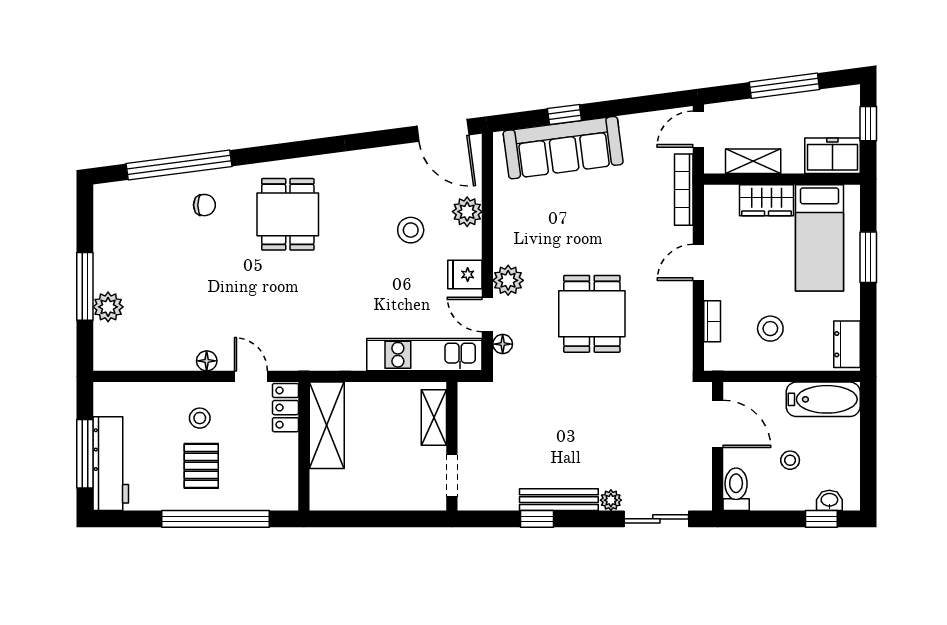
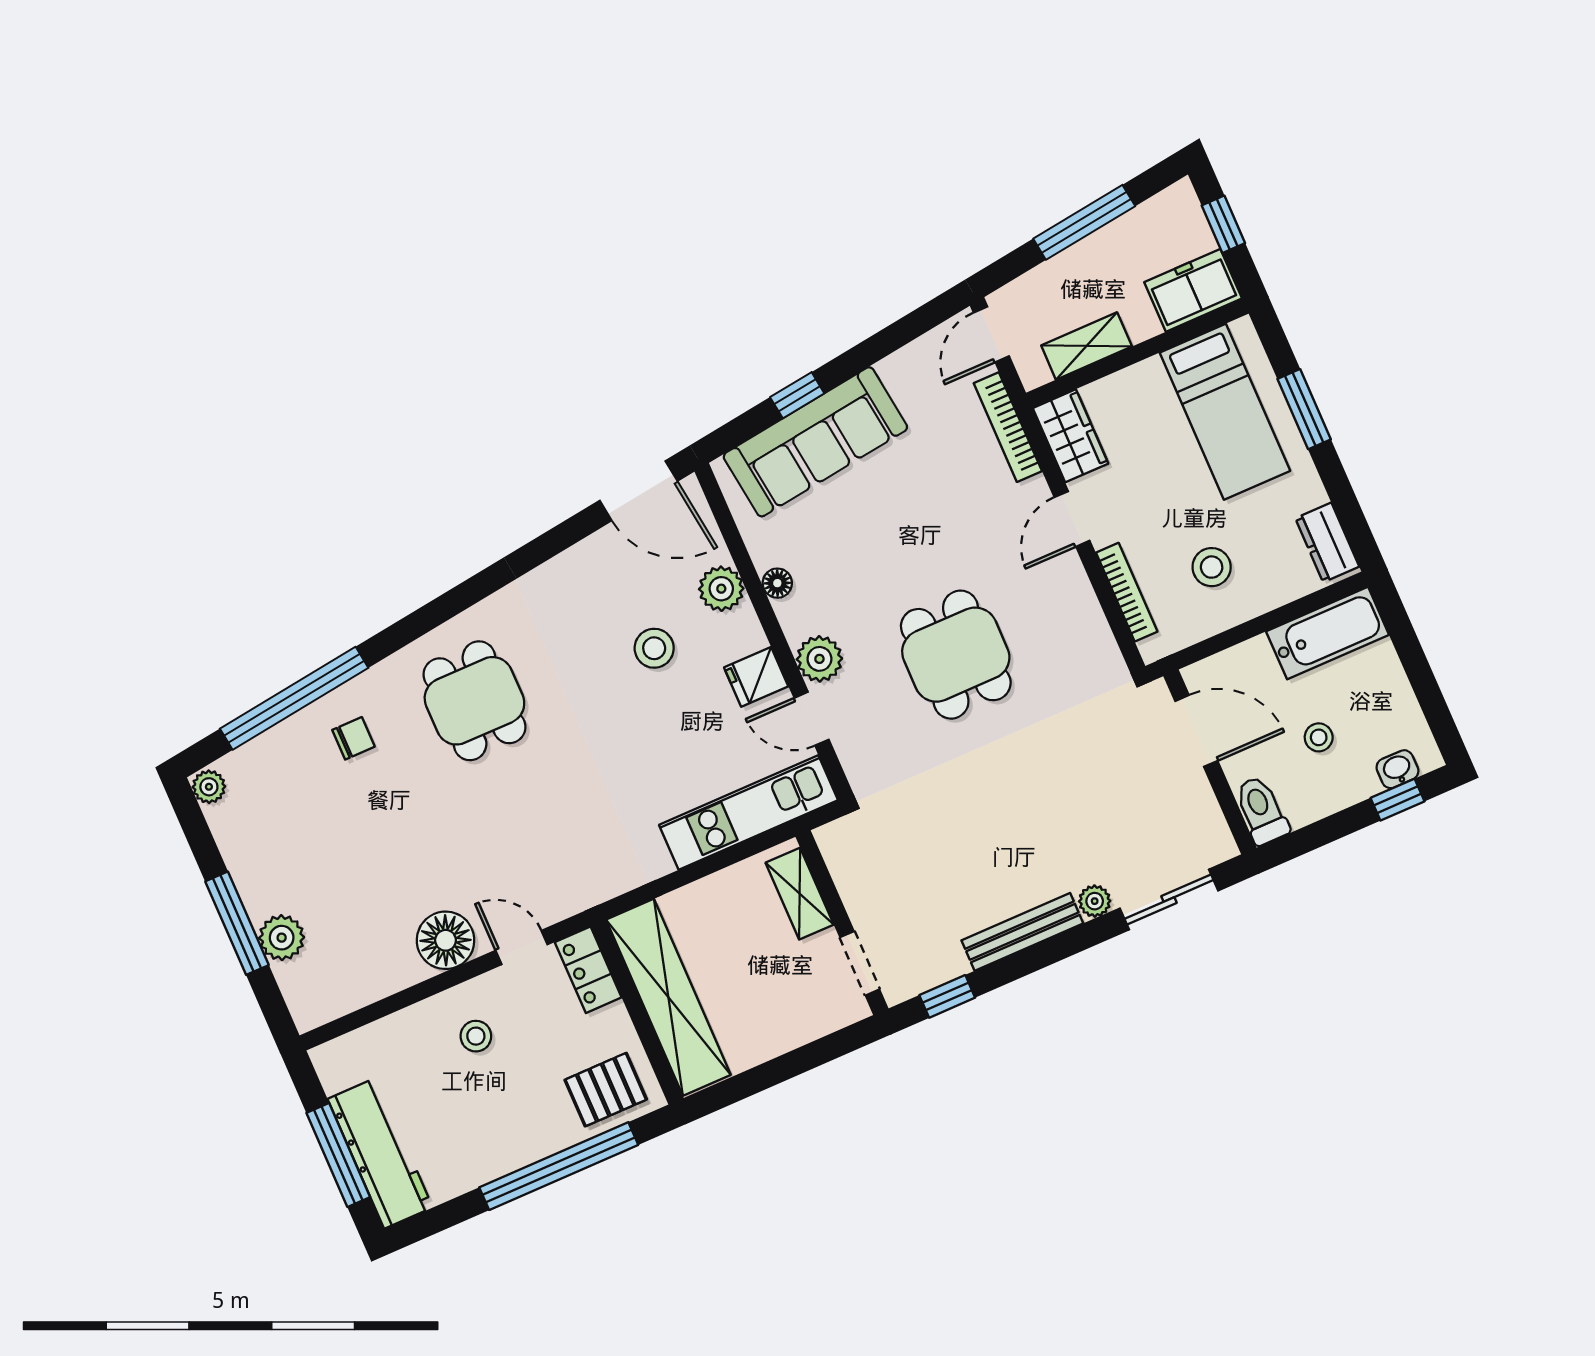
plant: (104, 196) -> (209, 787), added
wardrobe: (767, 200) -> (1070, 436), moved, turned -90
bookcase: (712, 321) -> (1127, 592), width x1.56
floor lamp: (503, 344) -> (777, 583), moved
floor lamp: (207, 361) -> (446, 940), width x1.89, depth x1.89
shelving: (327, 425) -> (668, 997), width x1.47
pallet: (201, 466) -> (606, 1090), moved, turned 90
window: (537, 519) -> (947, 996), moved

